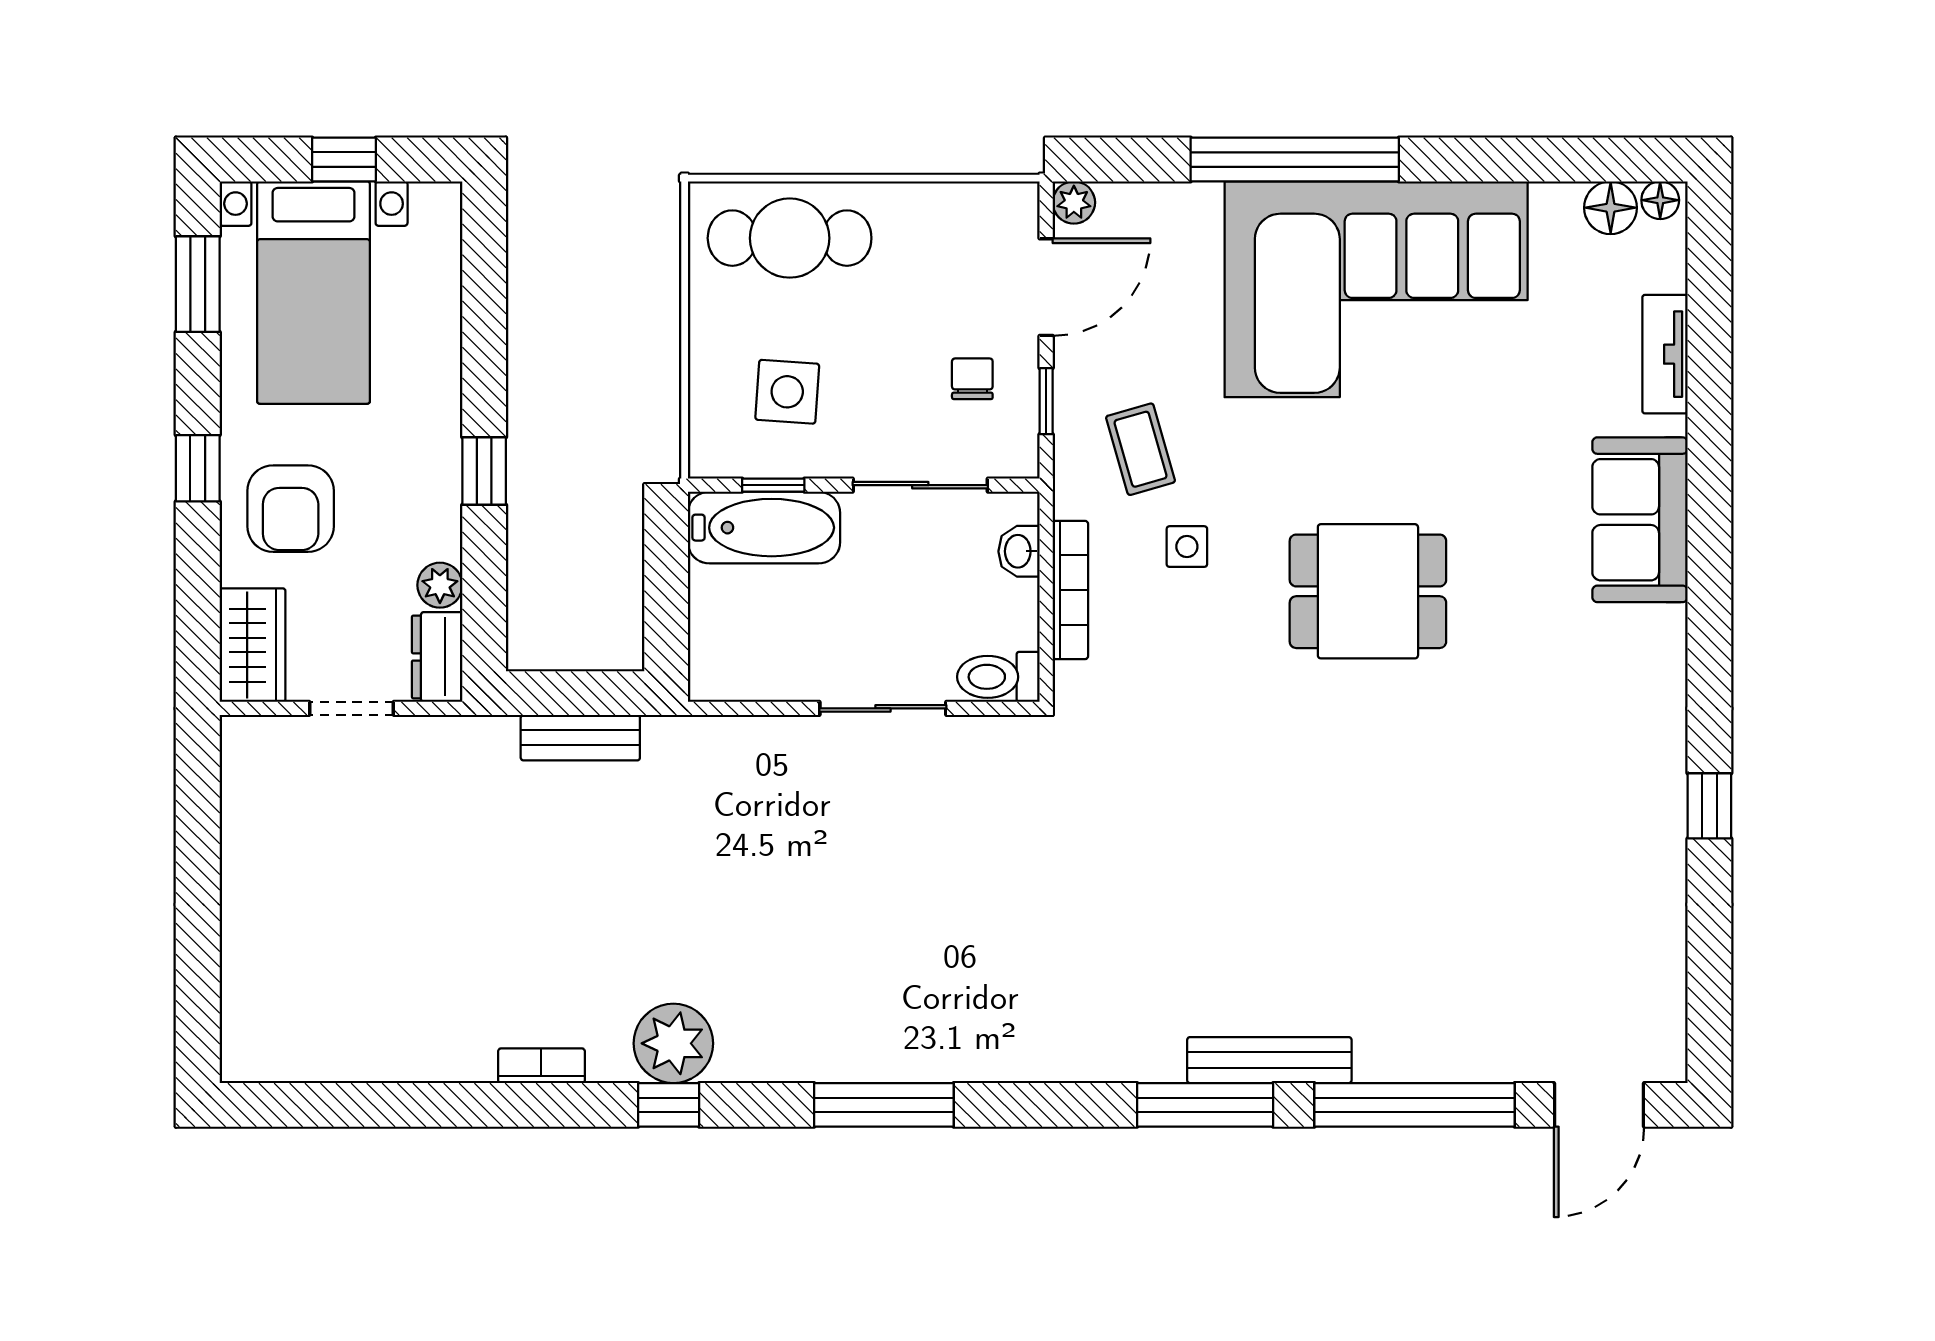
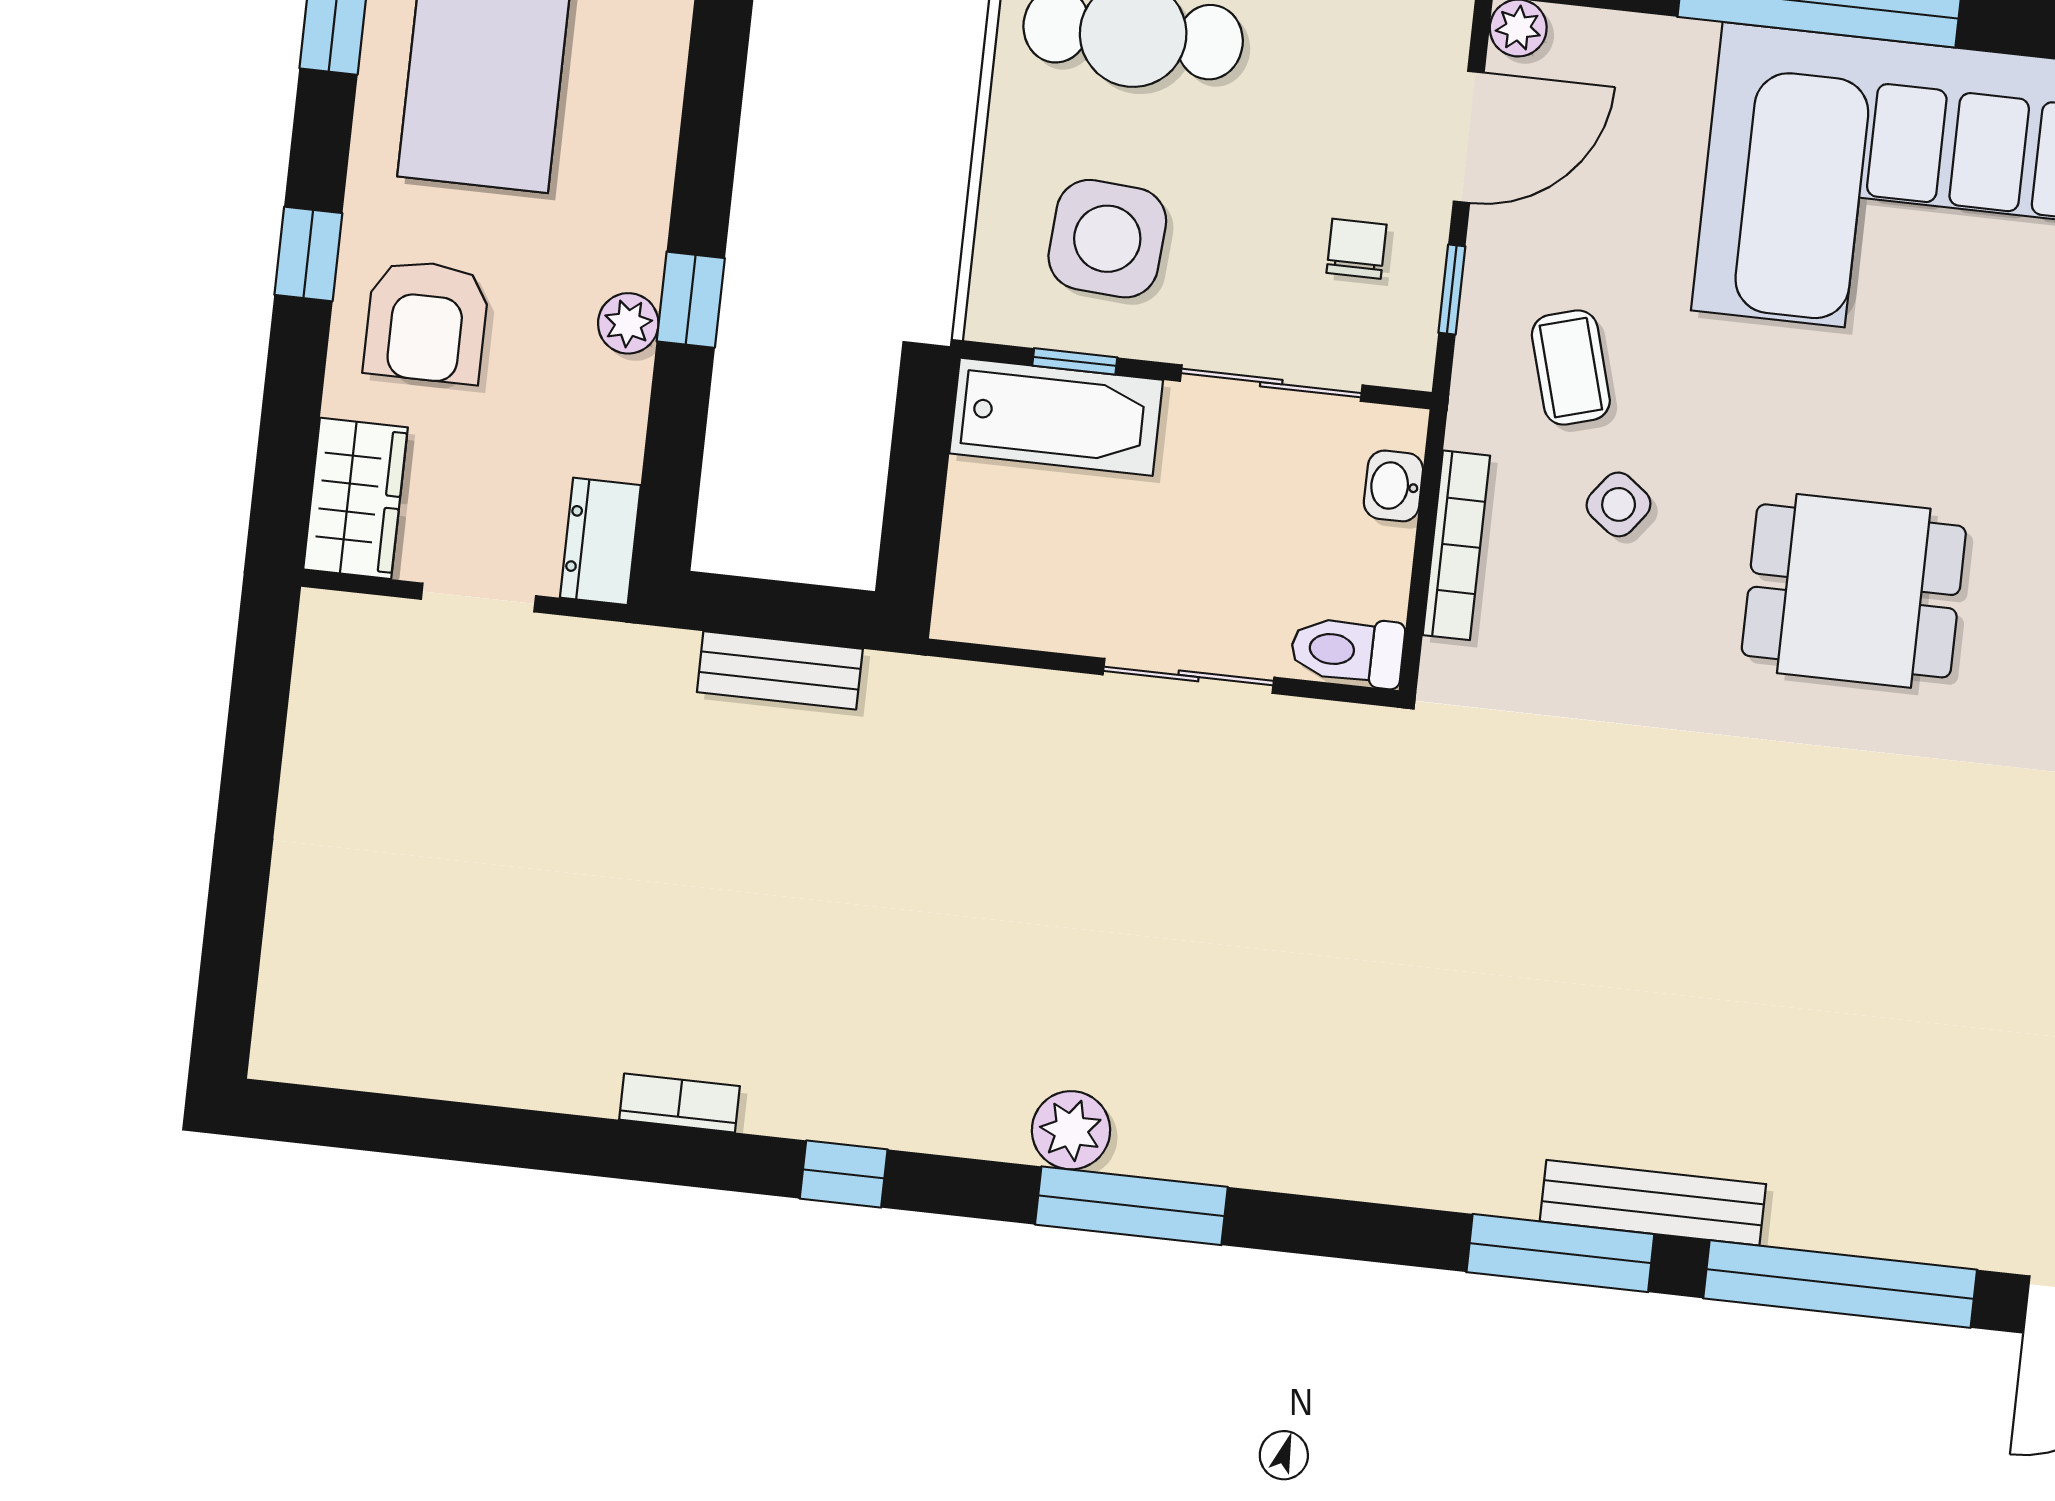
side table: (787, 392) -> (1107, 239), width x1.37, depth x1.37
side table: (1187, 547) -> (1619, 504), turned 37
plant: (440, 585) -> (628, 323), moved
plant: (673, 1043) -> (1071, 1130), moved, width x0.73, depth x0.73

